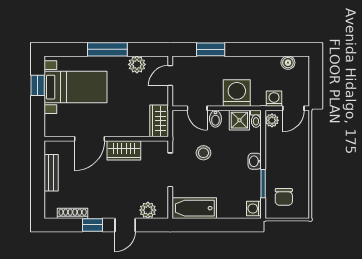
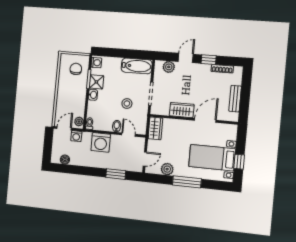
shower: (239, 120) -> (96, 82), moved

